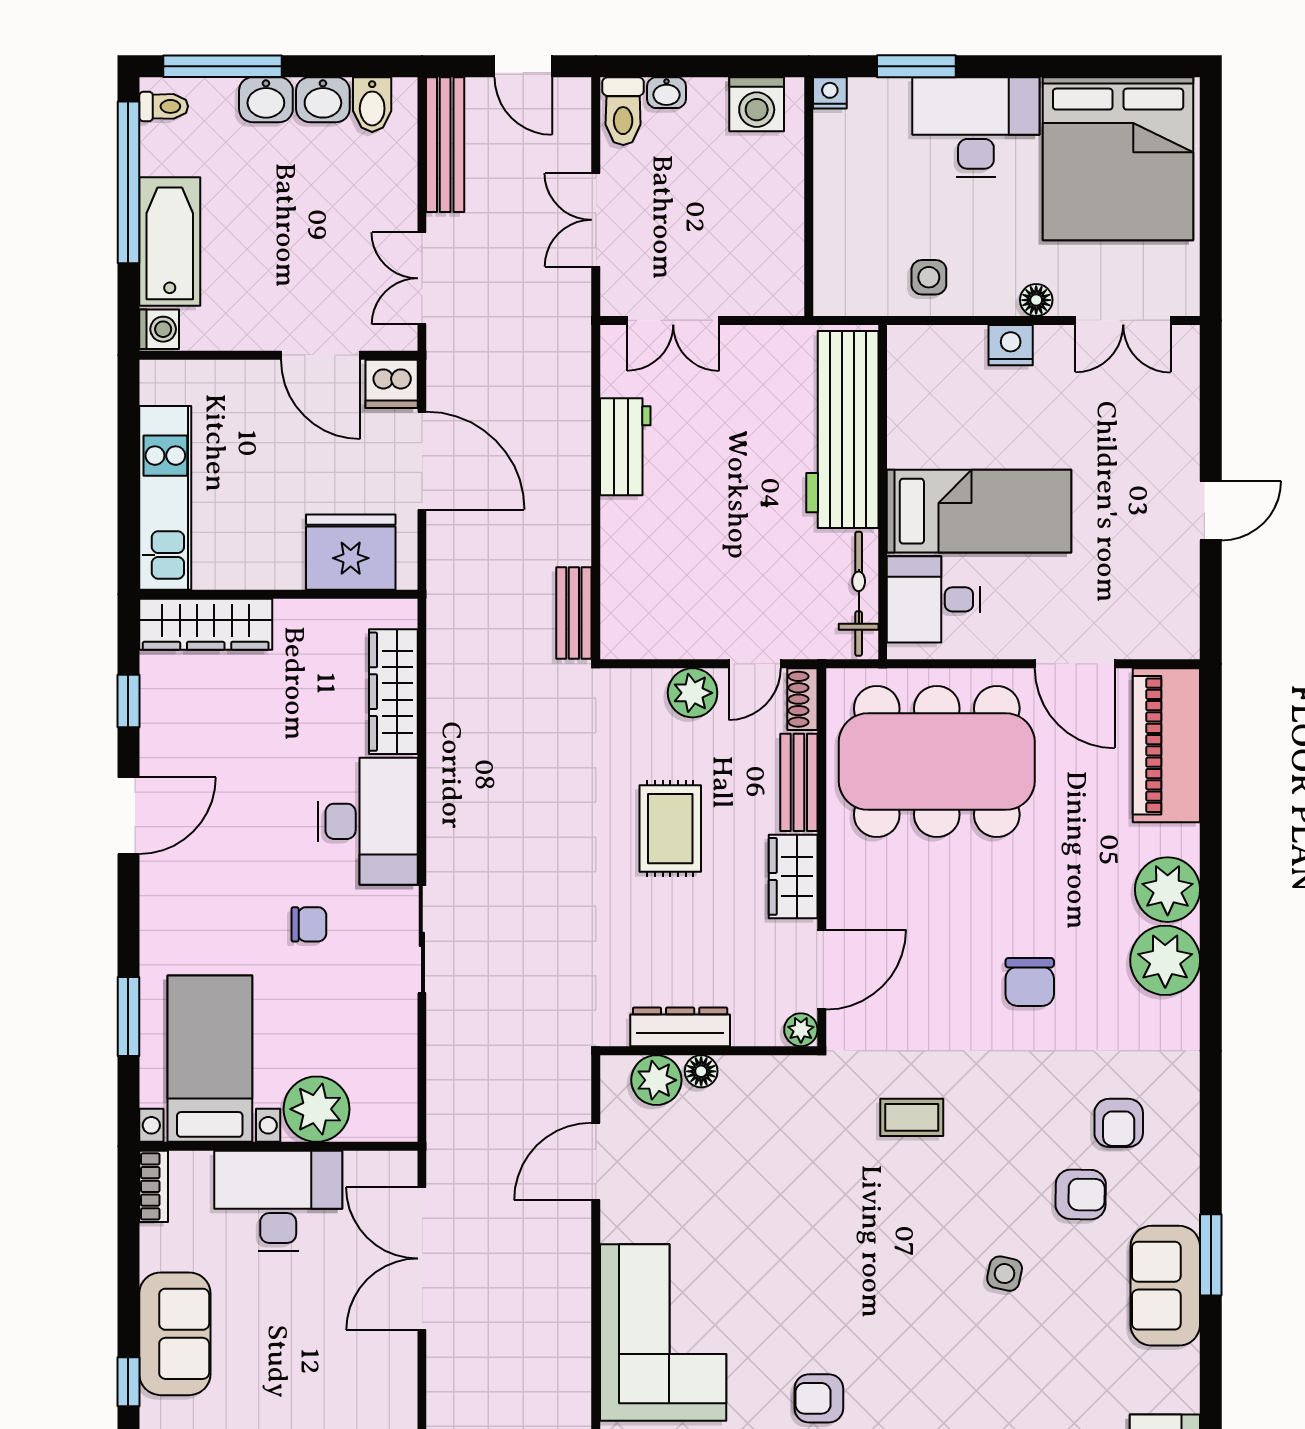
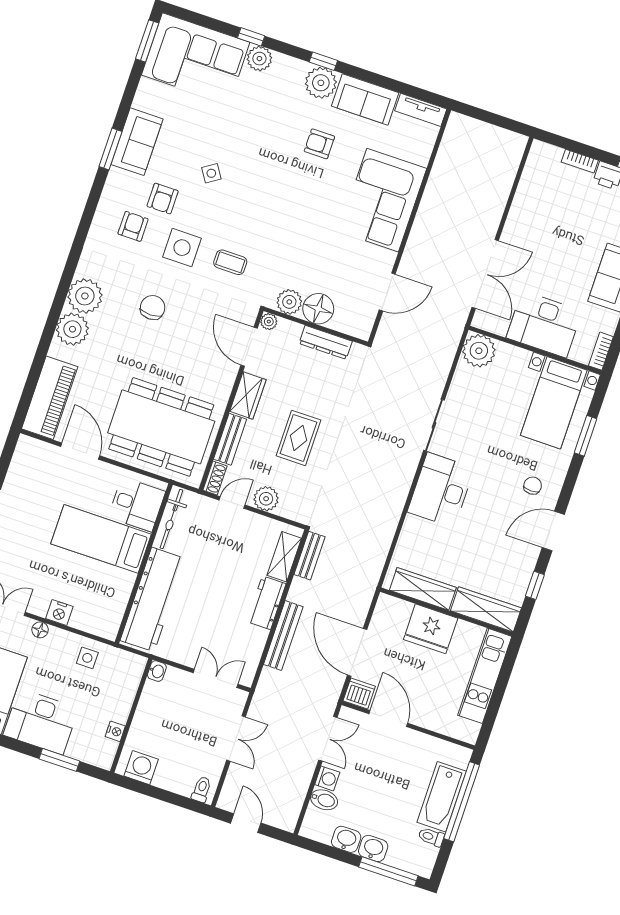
washbasin: (666, 93) -> (157, 671), moved, turned 90
nightstand: (830, 93) -> (115, 731), moved, turned -90
bidet: (372, 105) -> (324, 800), moved, turned 90
toilet: (164, 106) -> (431, 837), moved
toilet: (623, 111) -> (201, 789), width x0.73, depth x0.72
bench: (445, 145) -> (283, 636), moved
window: (128, 182) -> (462, 802), moved
washing machine: (159, 329) -> (327, 778), moved, turned 180
workbench: (625, 447) -> (266, 603), moved
fridge: (351, 552) -> (431, 629), moved
shelving: (621, 595) -> (284, 557), added
wardrobe: (393, 692) -> (423, 589), moved, turned -90
chair: (309, 924) -> (533, 486), moved, turned 90
door: (822, 970) -> (249, 347), hinge flipped
floor lamp: (701, 1071) -> (318, 309), width x1.89, depth x1.89
plant: (656, 1080) -> (289, 302), moved
plant: (317, 1109) -> (479, 351), moved
side table: (1012, 1114) -> (182, 248), added
armchair: (1081, 1194) -> (163, 199), turned -91
side table: (1005, 1274) -> (211, 173), turned 45
armchair: (819, 1398) -> (319, 144), turned 180

